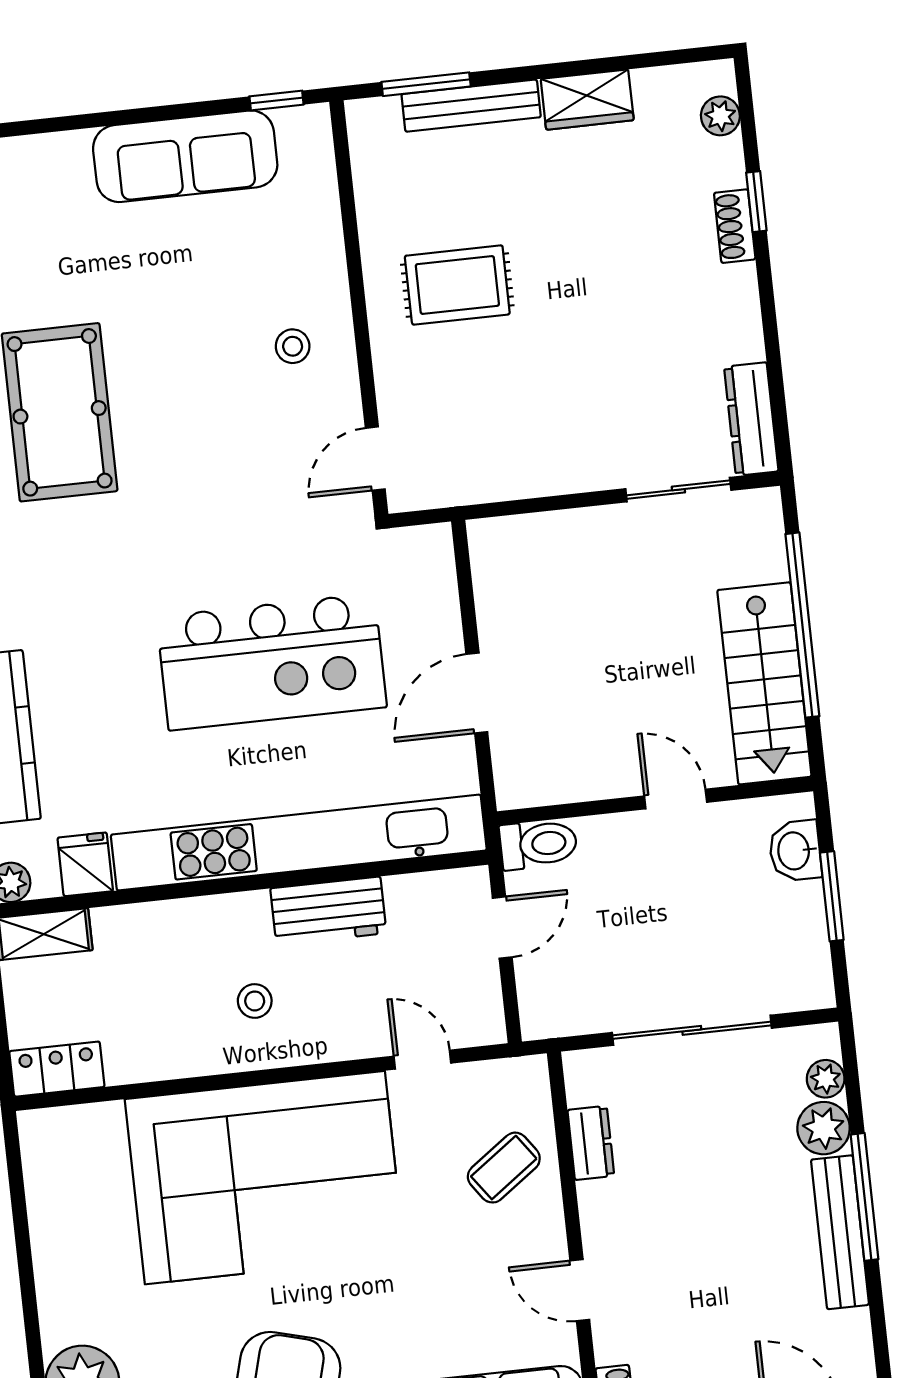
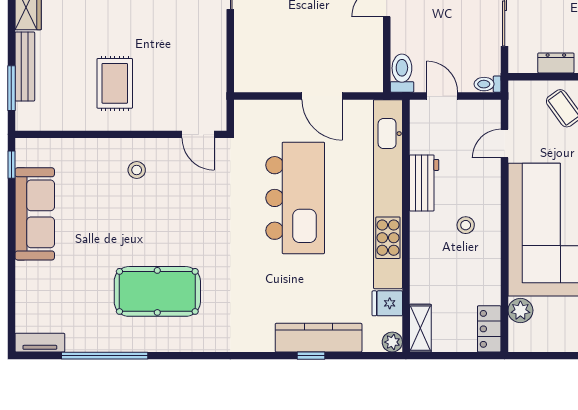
toilet: (535, 1014) -> (488, 84), added
plant: (99, 1126) -> (520, 310), added

